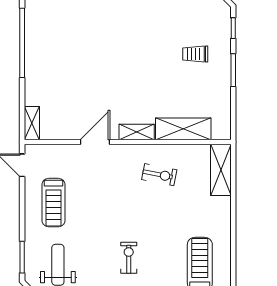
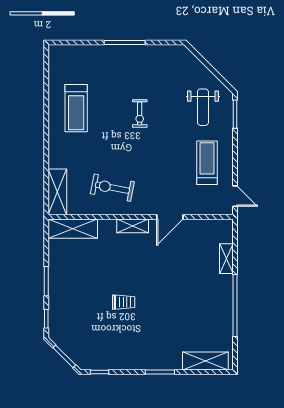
trolley: (195, 54) -> (124, 302), moved
shelving: (32, 123) -> (226, 259), moved
shelving: (183, 129) -> (73, 229), moved
exercise bike: (159, 175) -> (112, 188), width x1.38, depth x1.39

